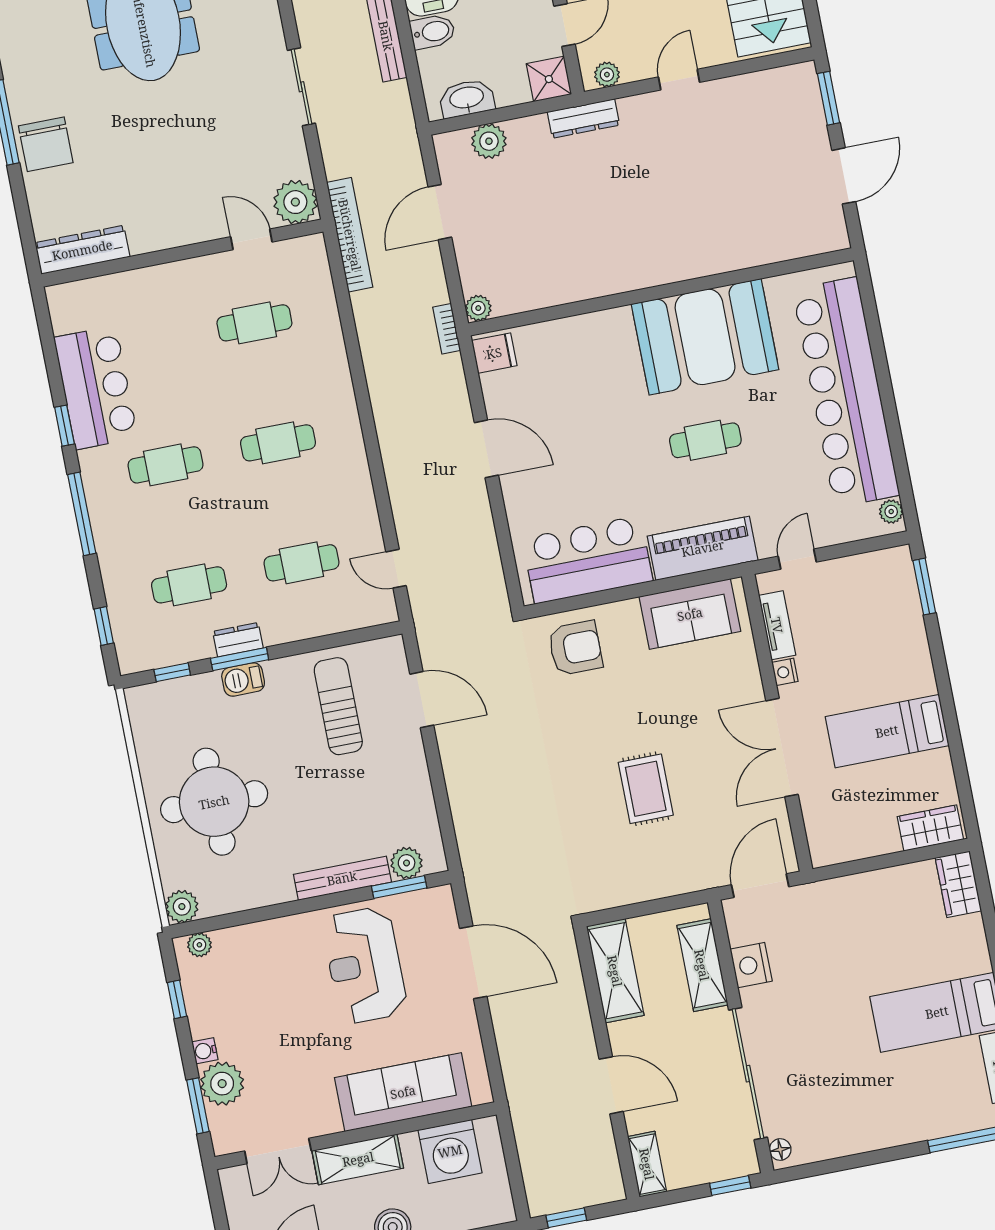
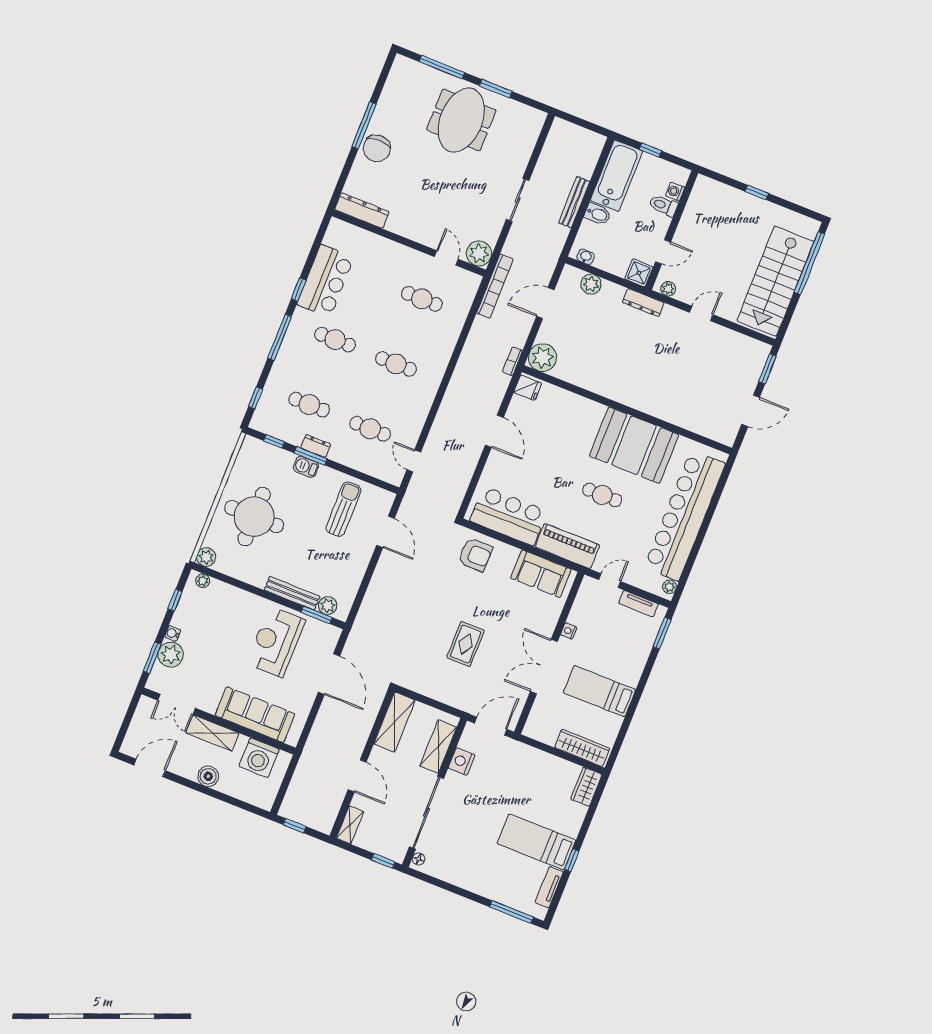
washbasin: (467, 98) -> (586, 257), width x0.52, depth x0.69
plant: (478, 308) -> (542, 357), width x1.87, depth x1.87
tv unit: (777, 625) -> (639, 604), moved, turned 90
wardrobe: (930, 828) -> (582, 748), width x1.50

